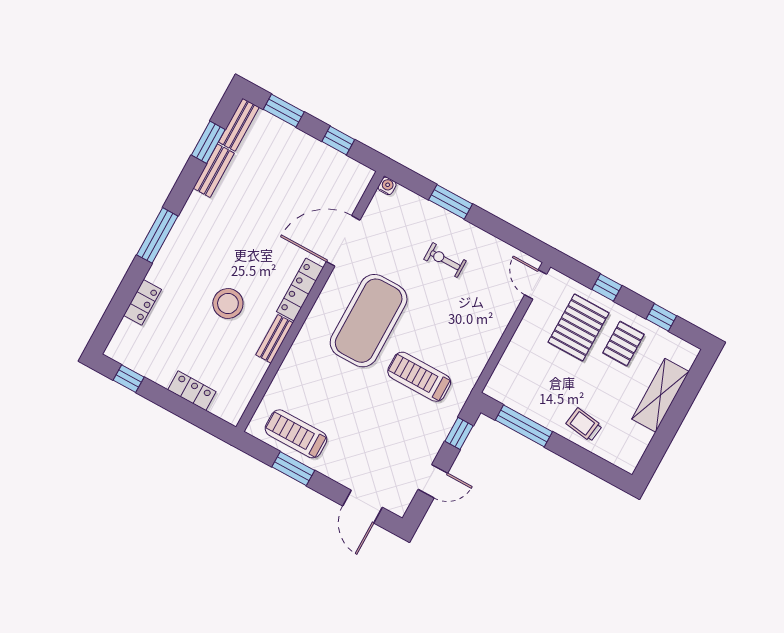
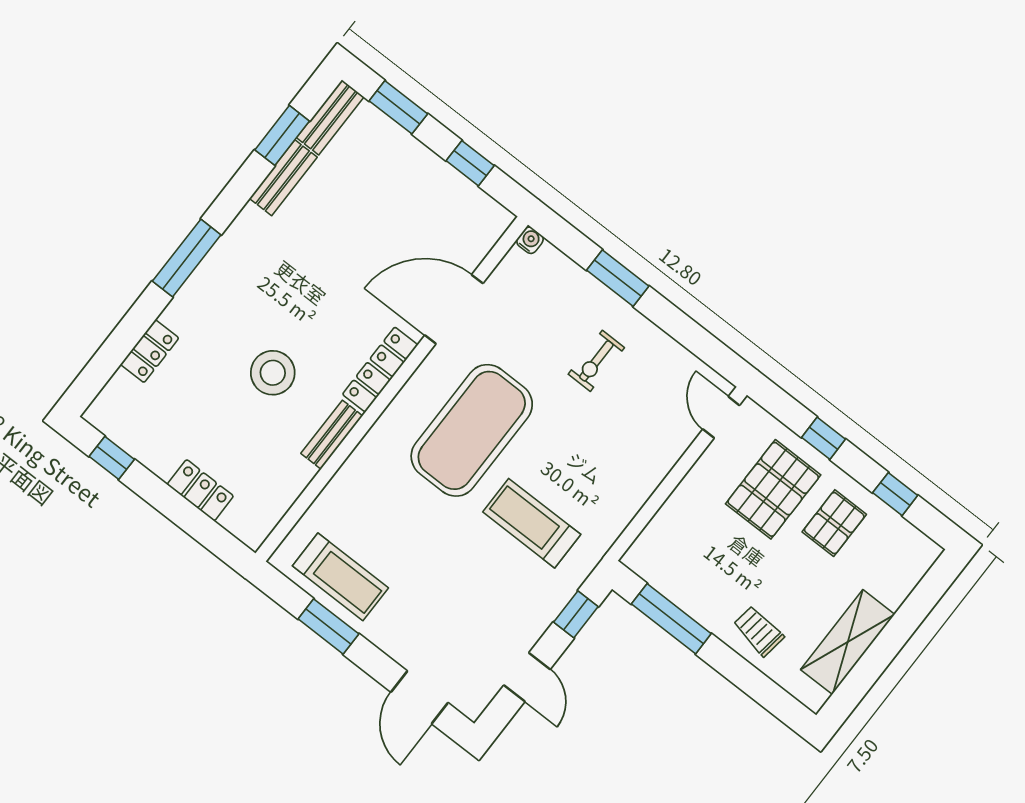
exercise bike: (445, 260) -> (596, 361), turned -90
shelving: (660, 395) -> (848, 642), moved
treadmill: (296, 434) -> (340, 577), turned 180
door: (433, 481) -> (527, 677), hinge flipped

